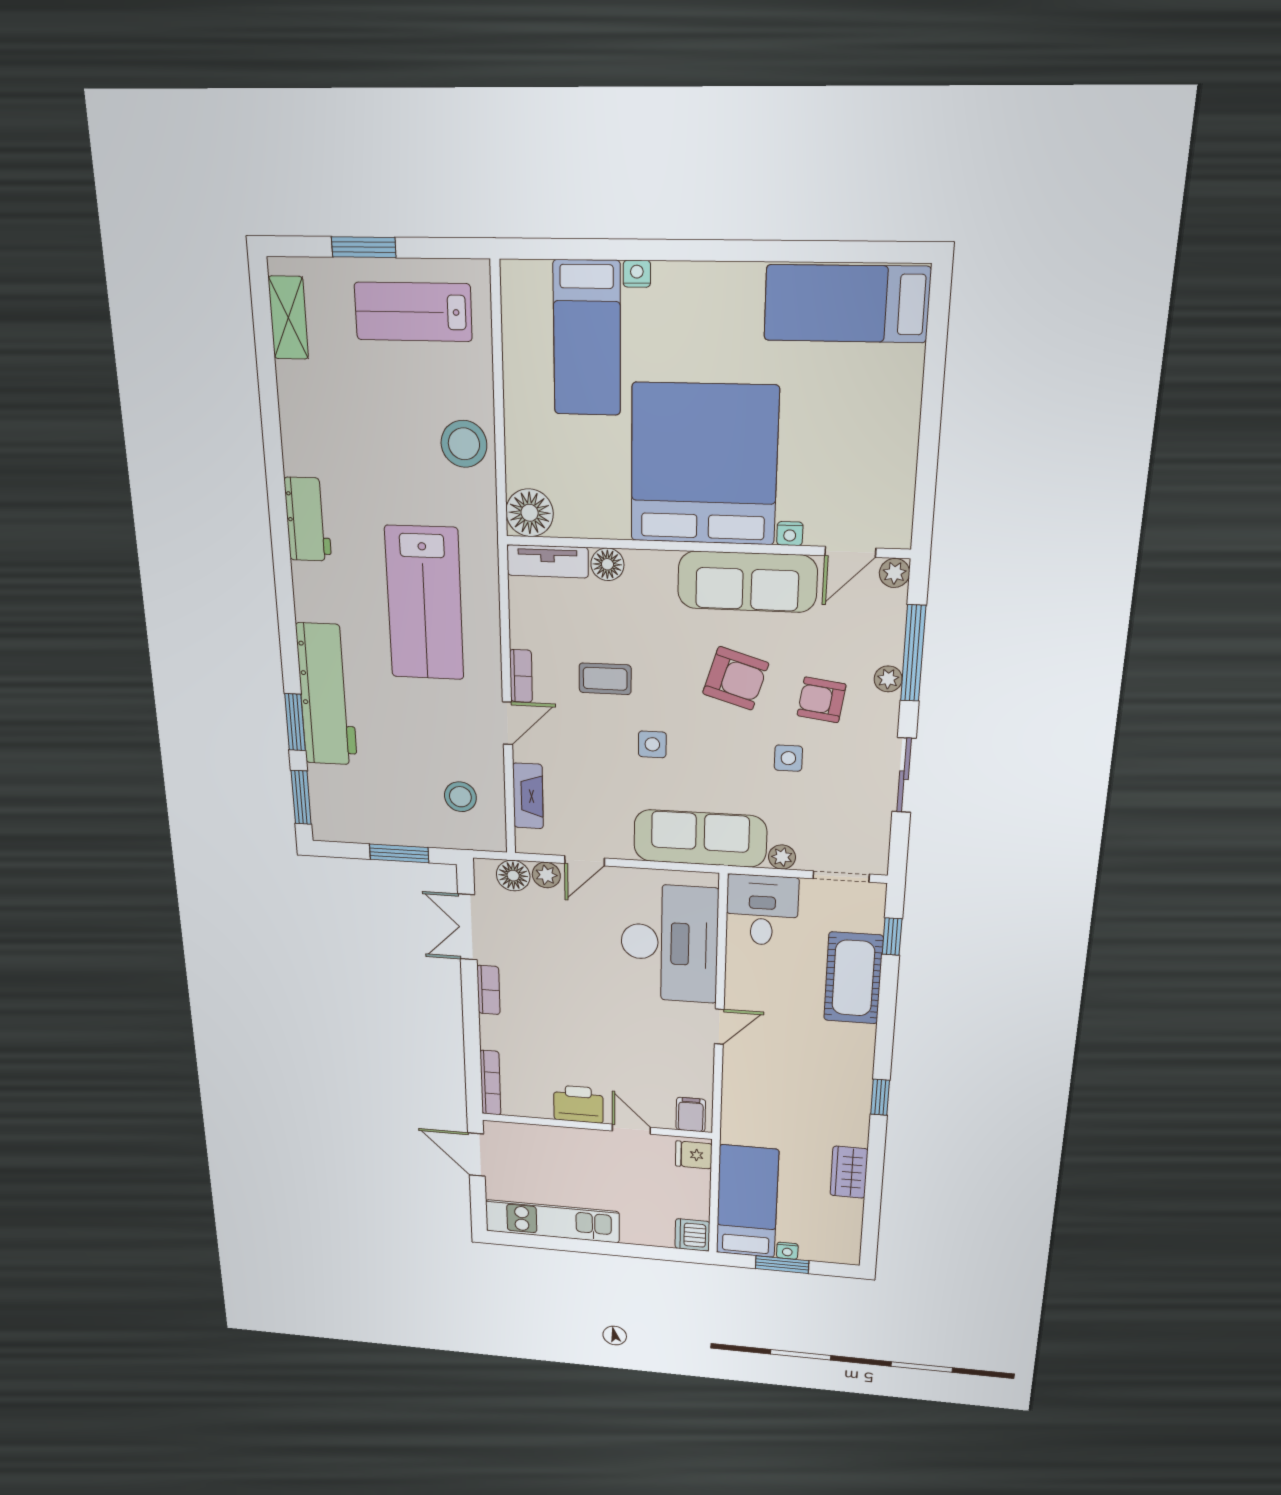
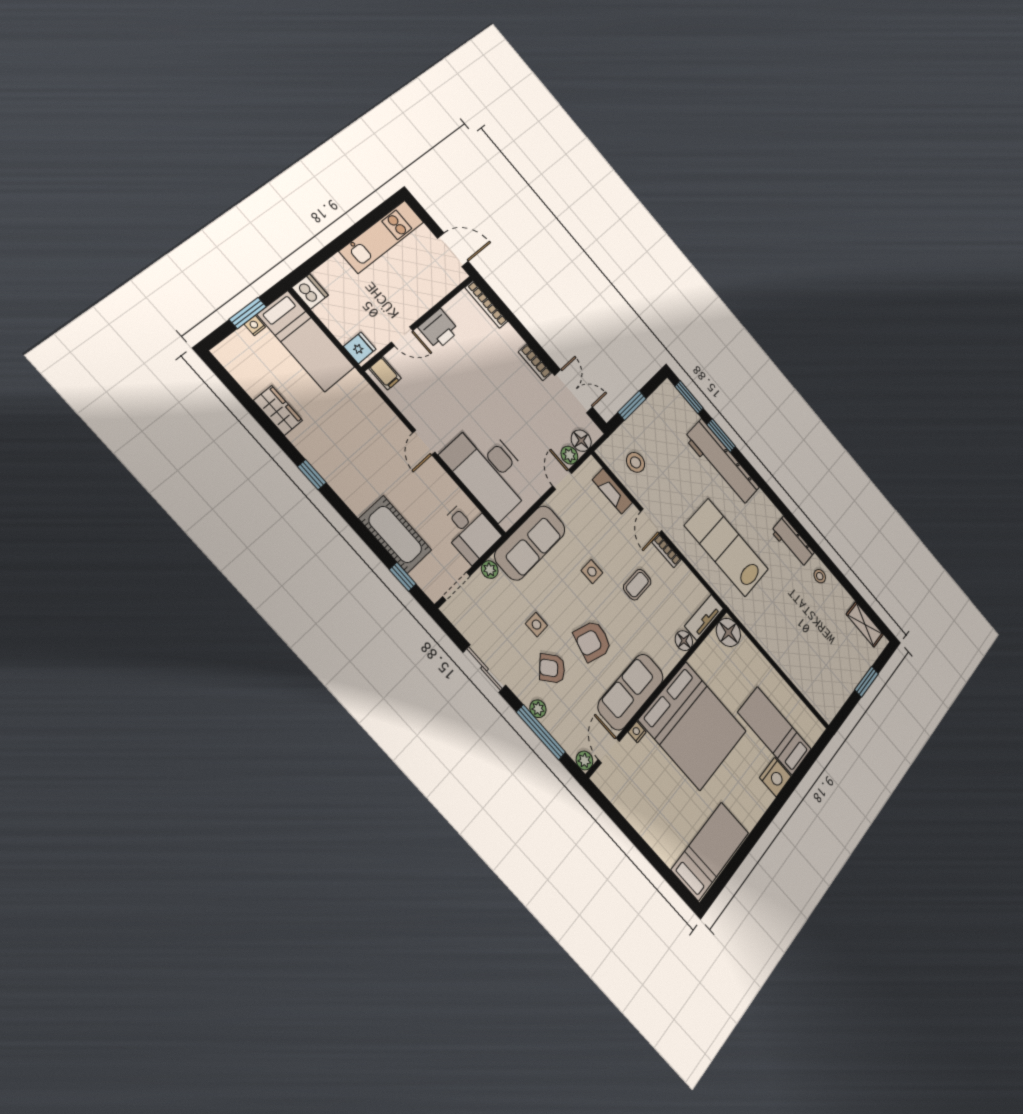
nightstand: (637, 274) -> (775, 777), width x1.89, depth x1.79
lab bench: (413, 312) -> (833, 674), removed
stool: (464, 444) -> (820, 576), moved, width x0.53, depth x0.53
armchair: (821, 700) -> (552, 668), turned -138

